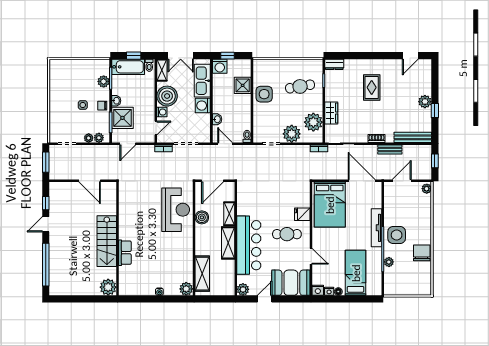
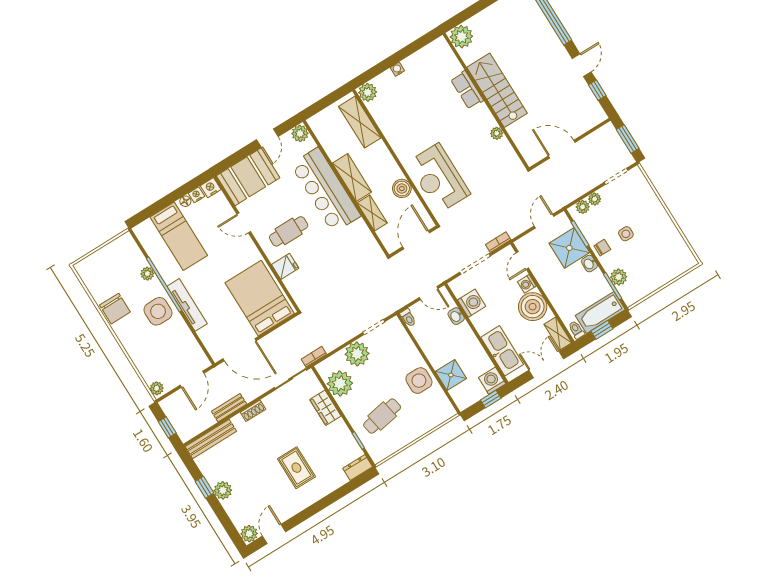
plant: (425, 65) -> (249, 534), added
washing machine: (203, 106) -> (472, 303), moved
plant: (123, 215) -> (497, 133), added

